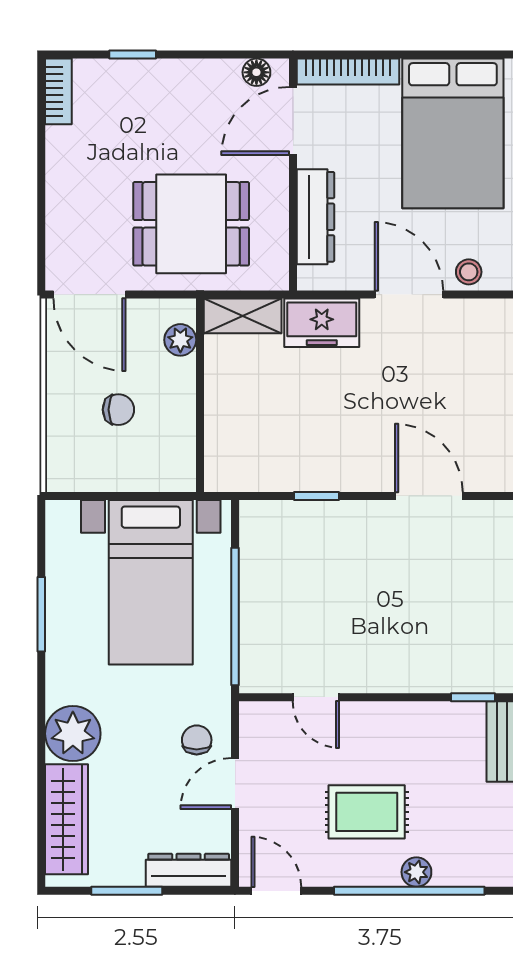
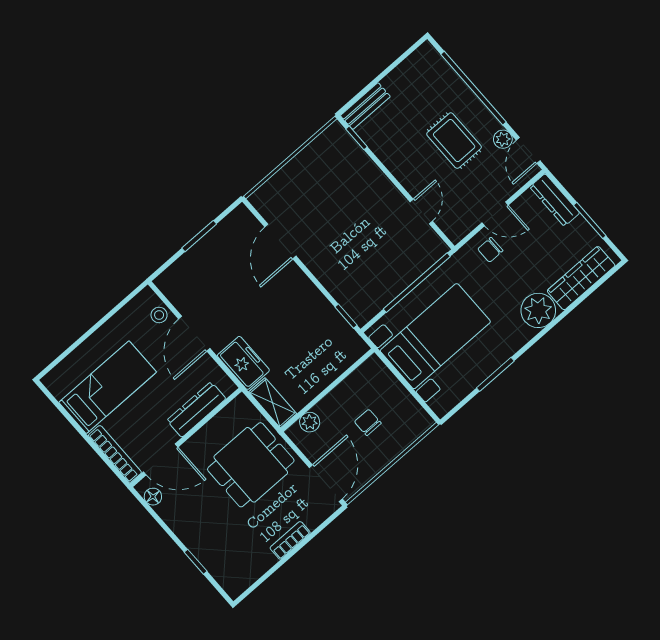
bookcase: (58, 91) -> (290, 540), moved
bed: (453, 133) -> (108, 387), width x0.67
dining table: (191, 224) -> (251, 465), turned 90
window: (317, 496) -> (346, 316), moved
plant: (416, 872) -> (503, 139), moved

